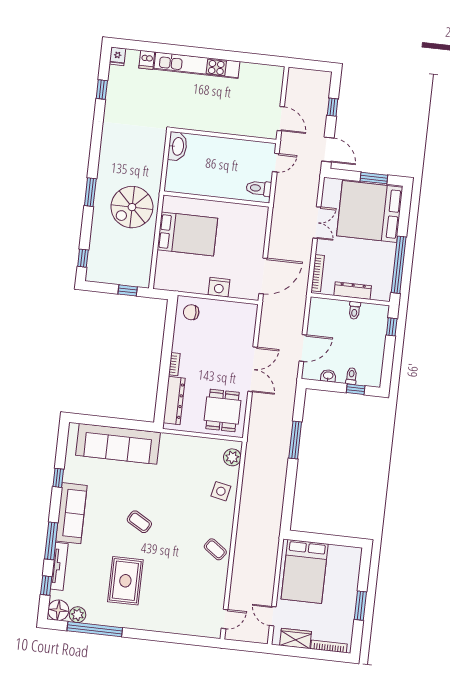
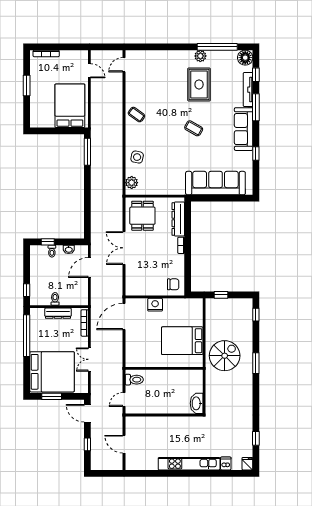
door: (281, 119) -> (124, 444), moved
window: (295, 440) -> (87, 152), moved
plant: (78, 615) -> (200, 56), moved
wardrobe: (296, 638) -> (71, 56), removed

